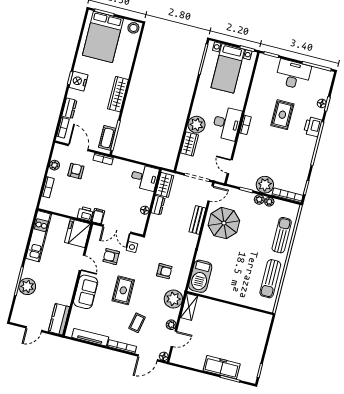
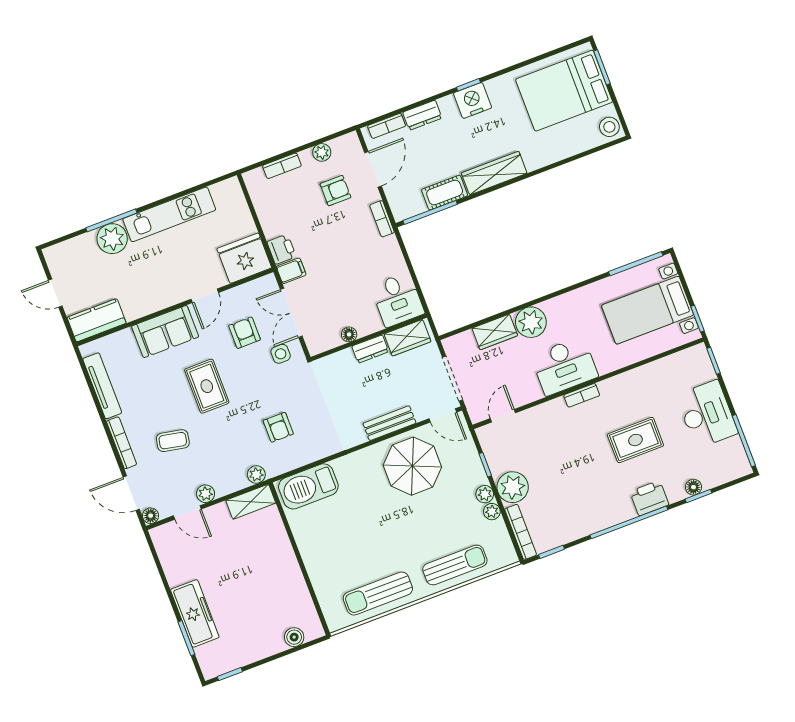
cot: (107, 138) -> (445, 193), moved
kitchen unit: (39, 236) -> (169, 214), moved
rug: (123, 290) -> (207, 386), turned 90
plant: (173, 299) -> (256, 474), width x0.53, depth x0.53
boiler: (263, 330) -> (294, 637), added

